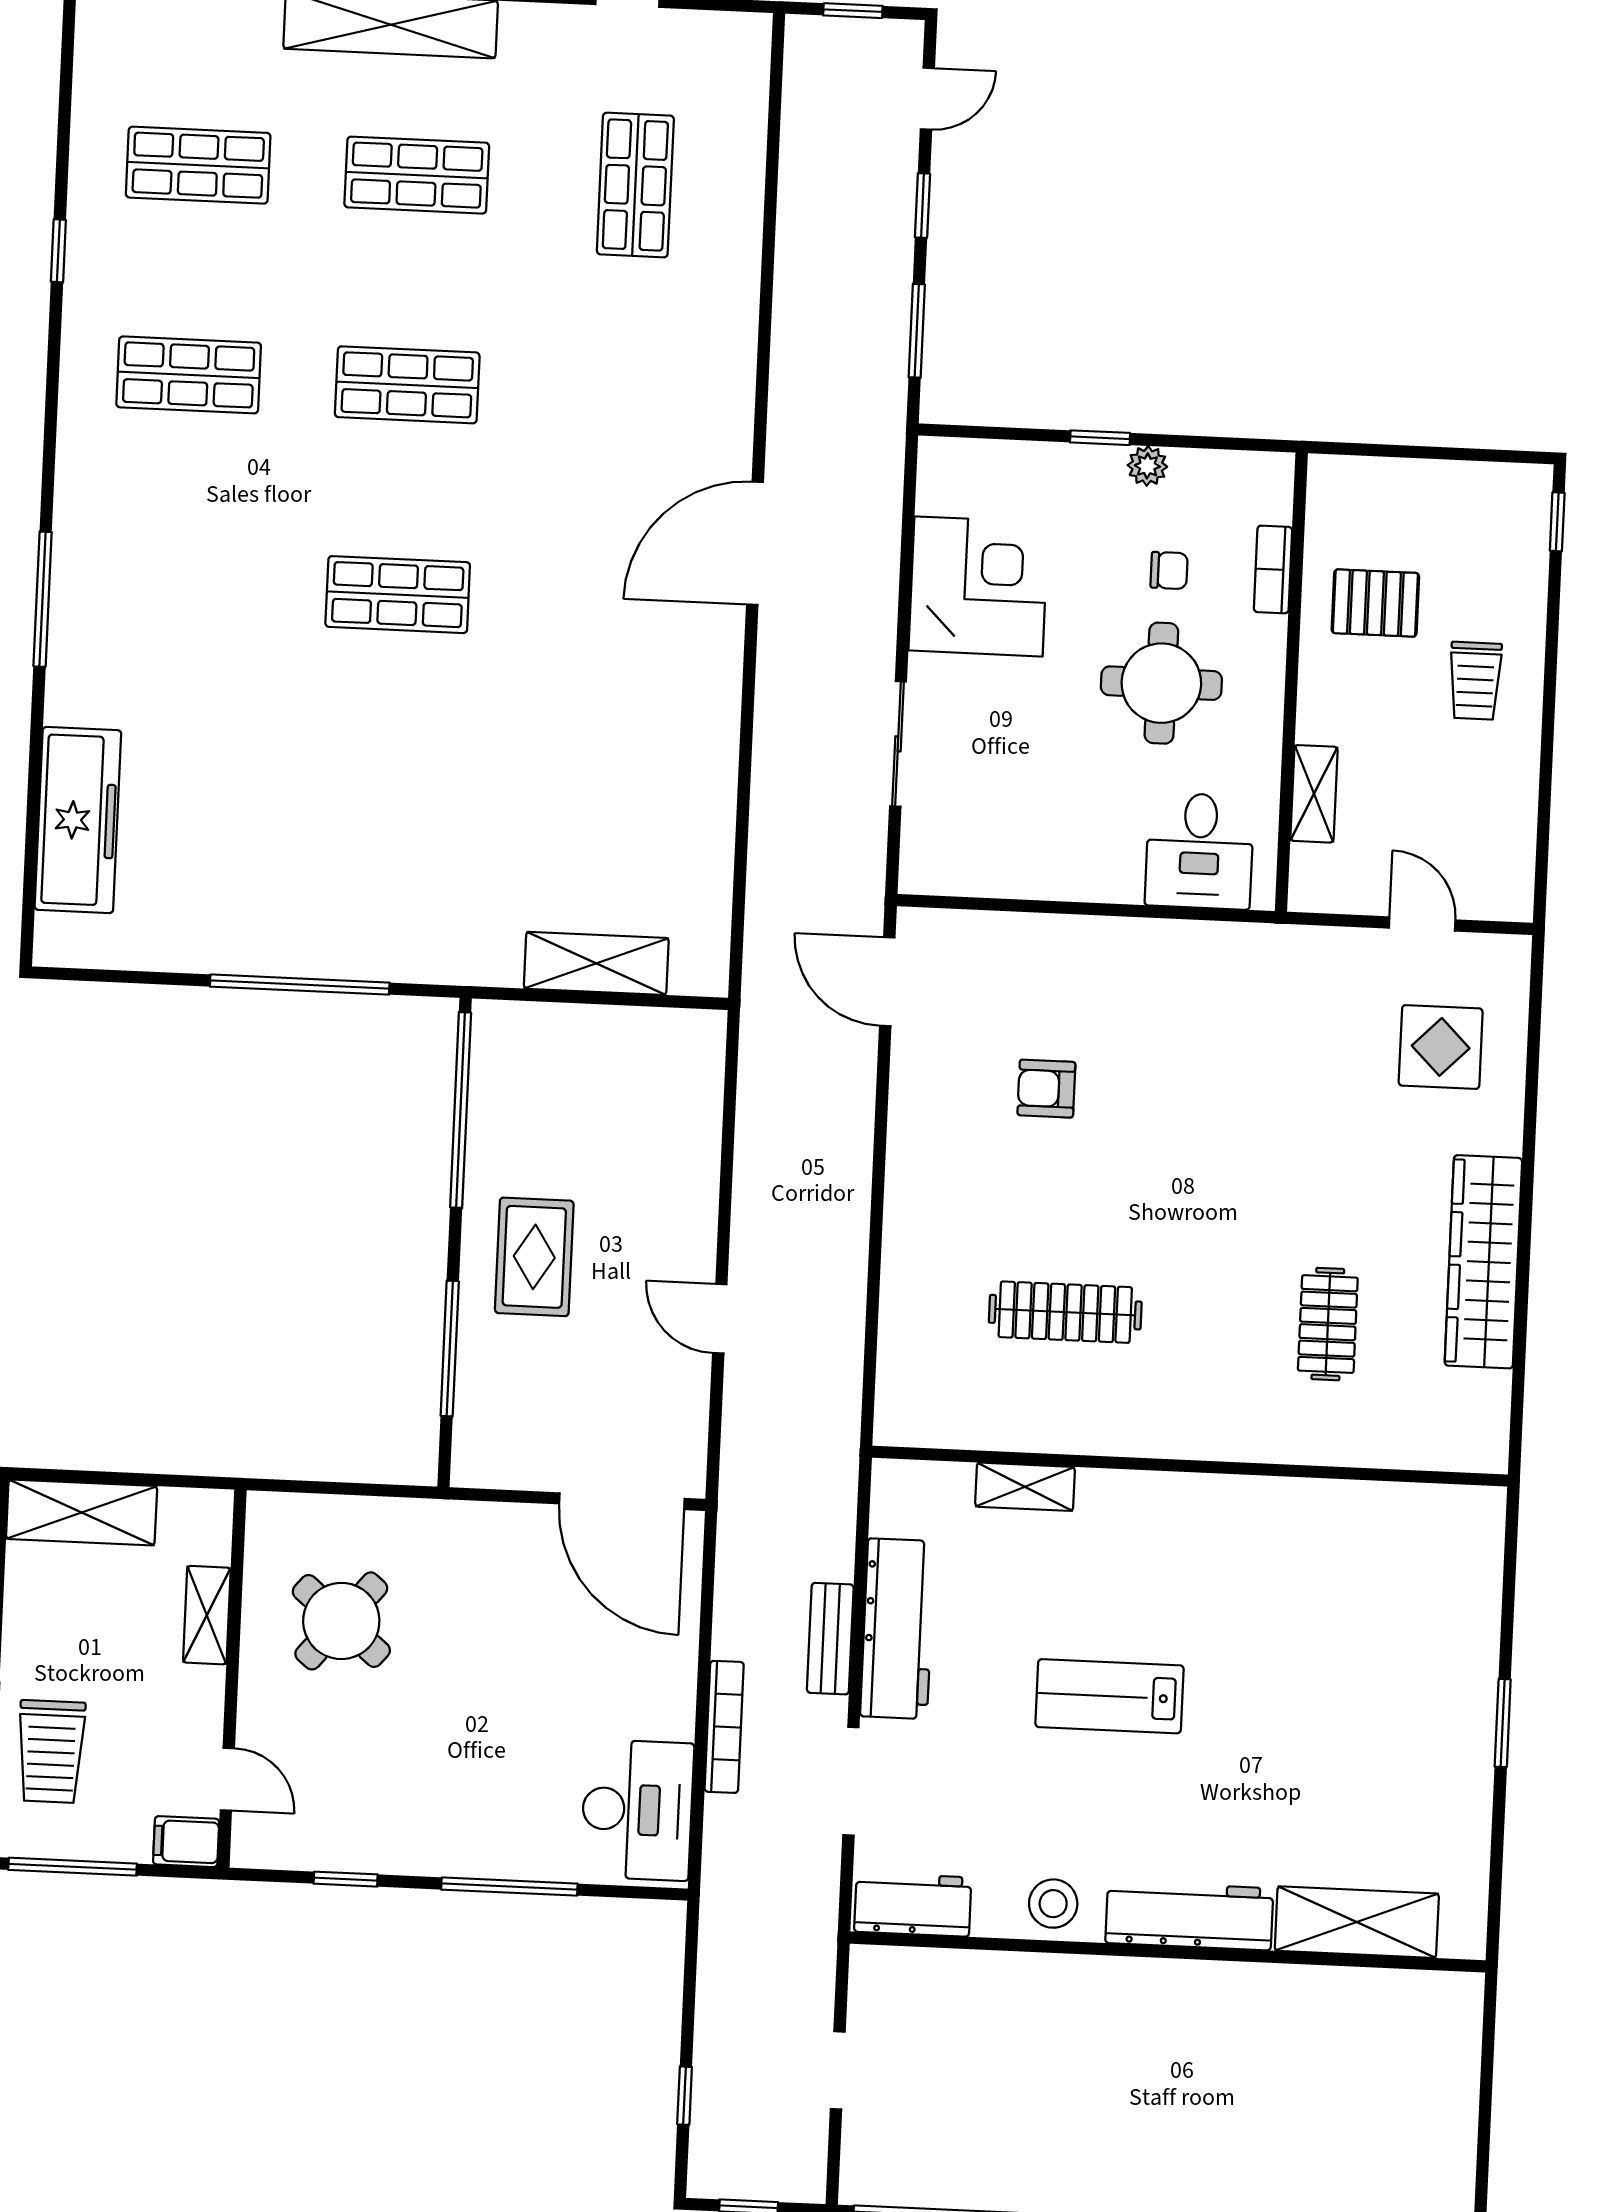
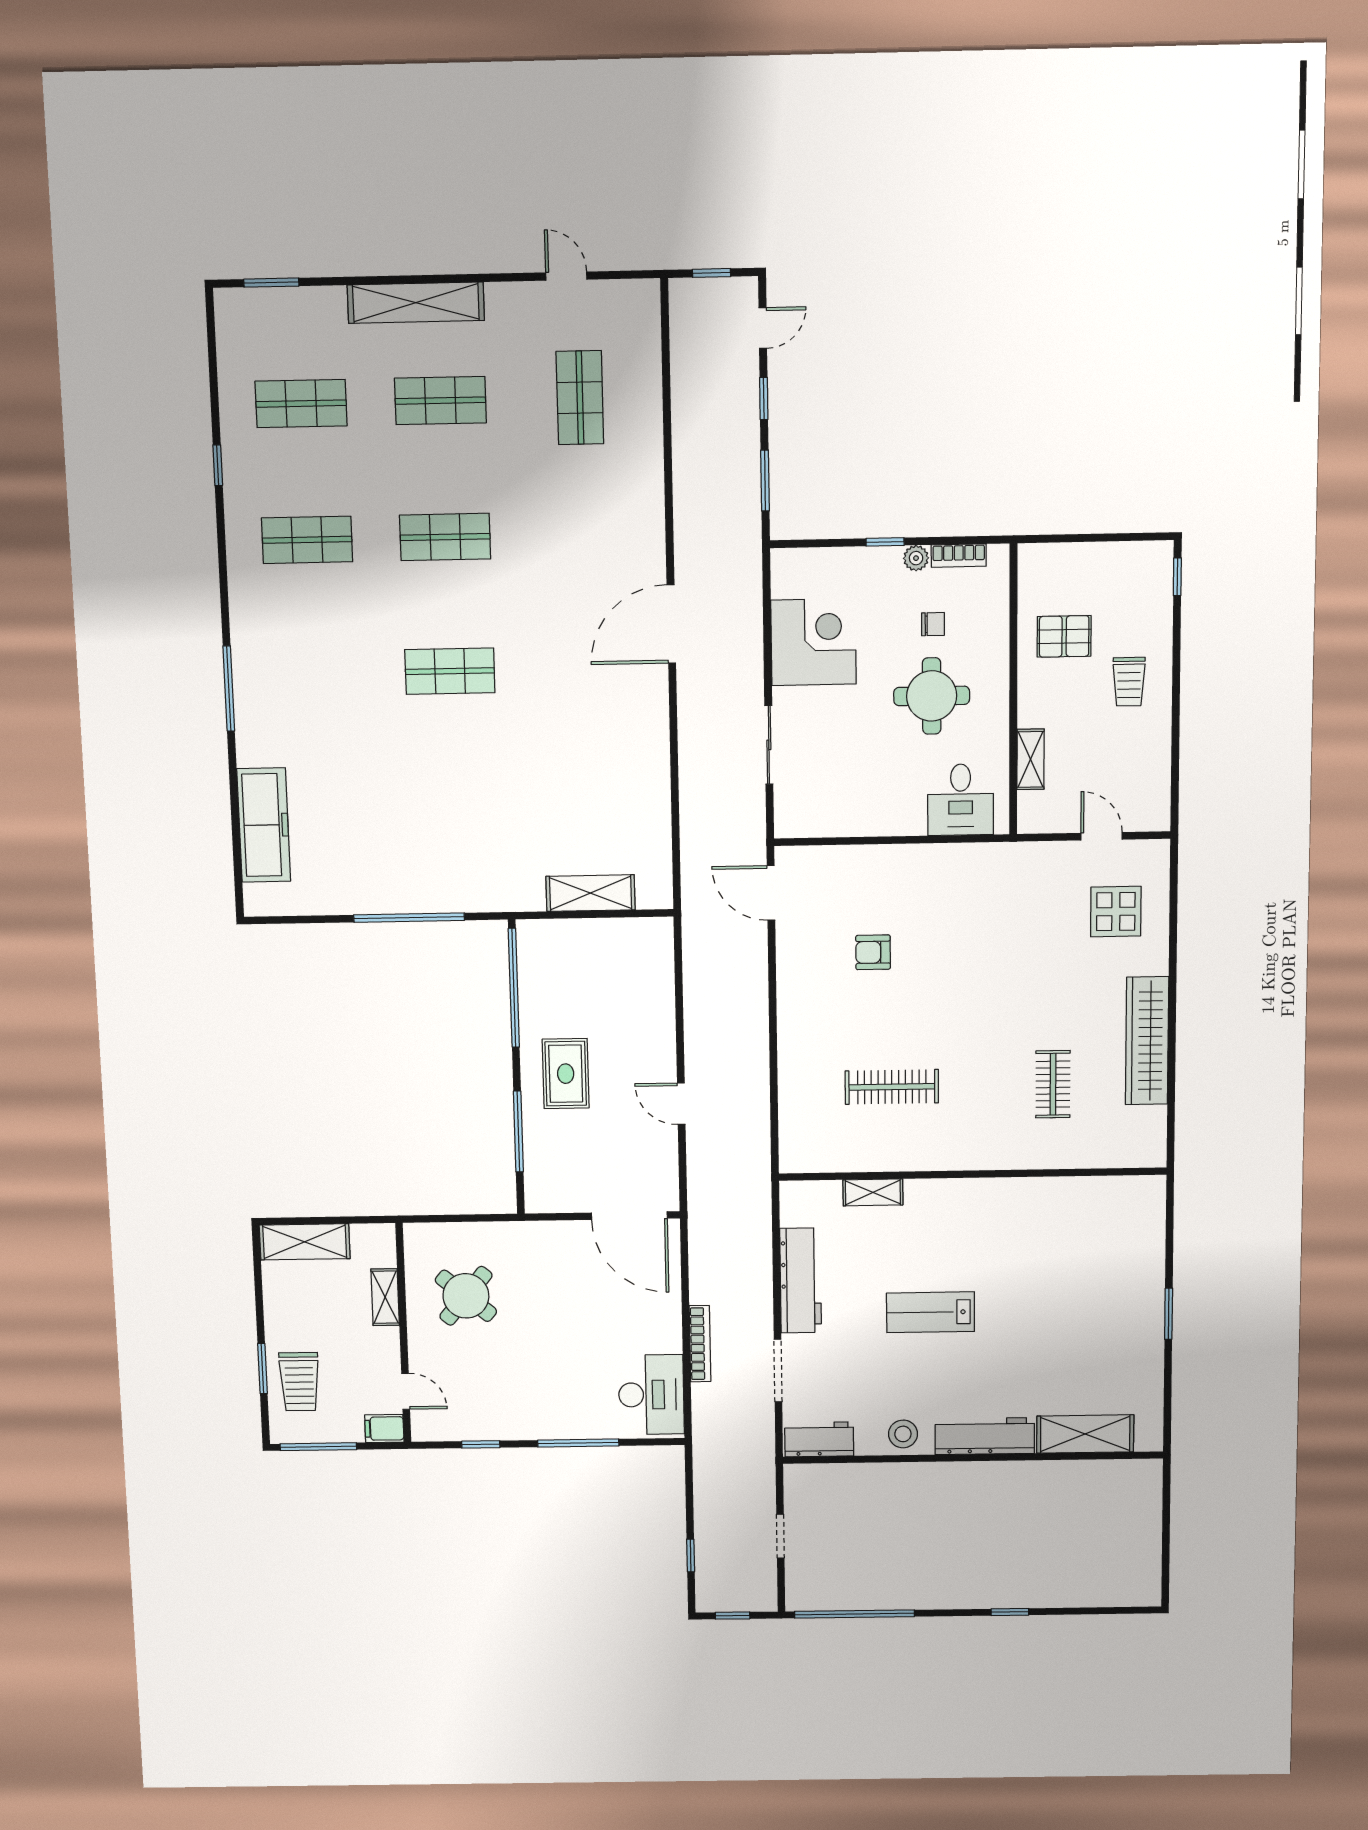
bookcase: (1273, 569) -> (959, 556), moved, turned -90
bench: (830, 1639) -> (760, 1289), removed

